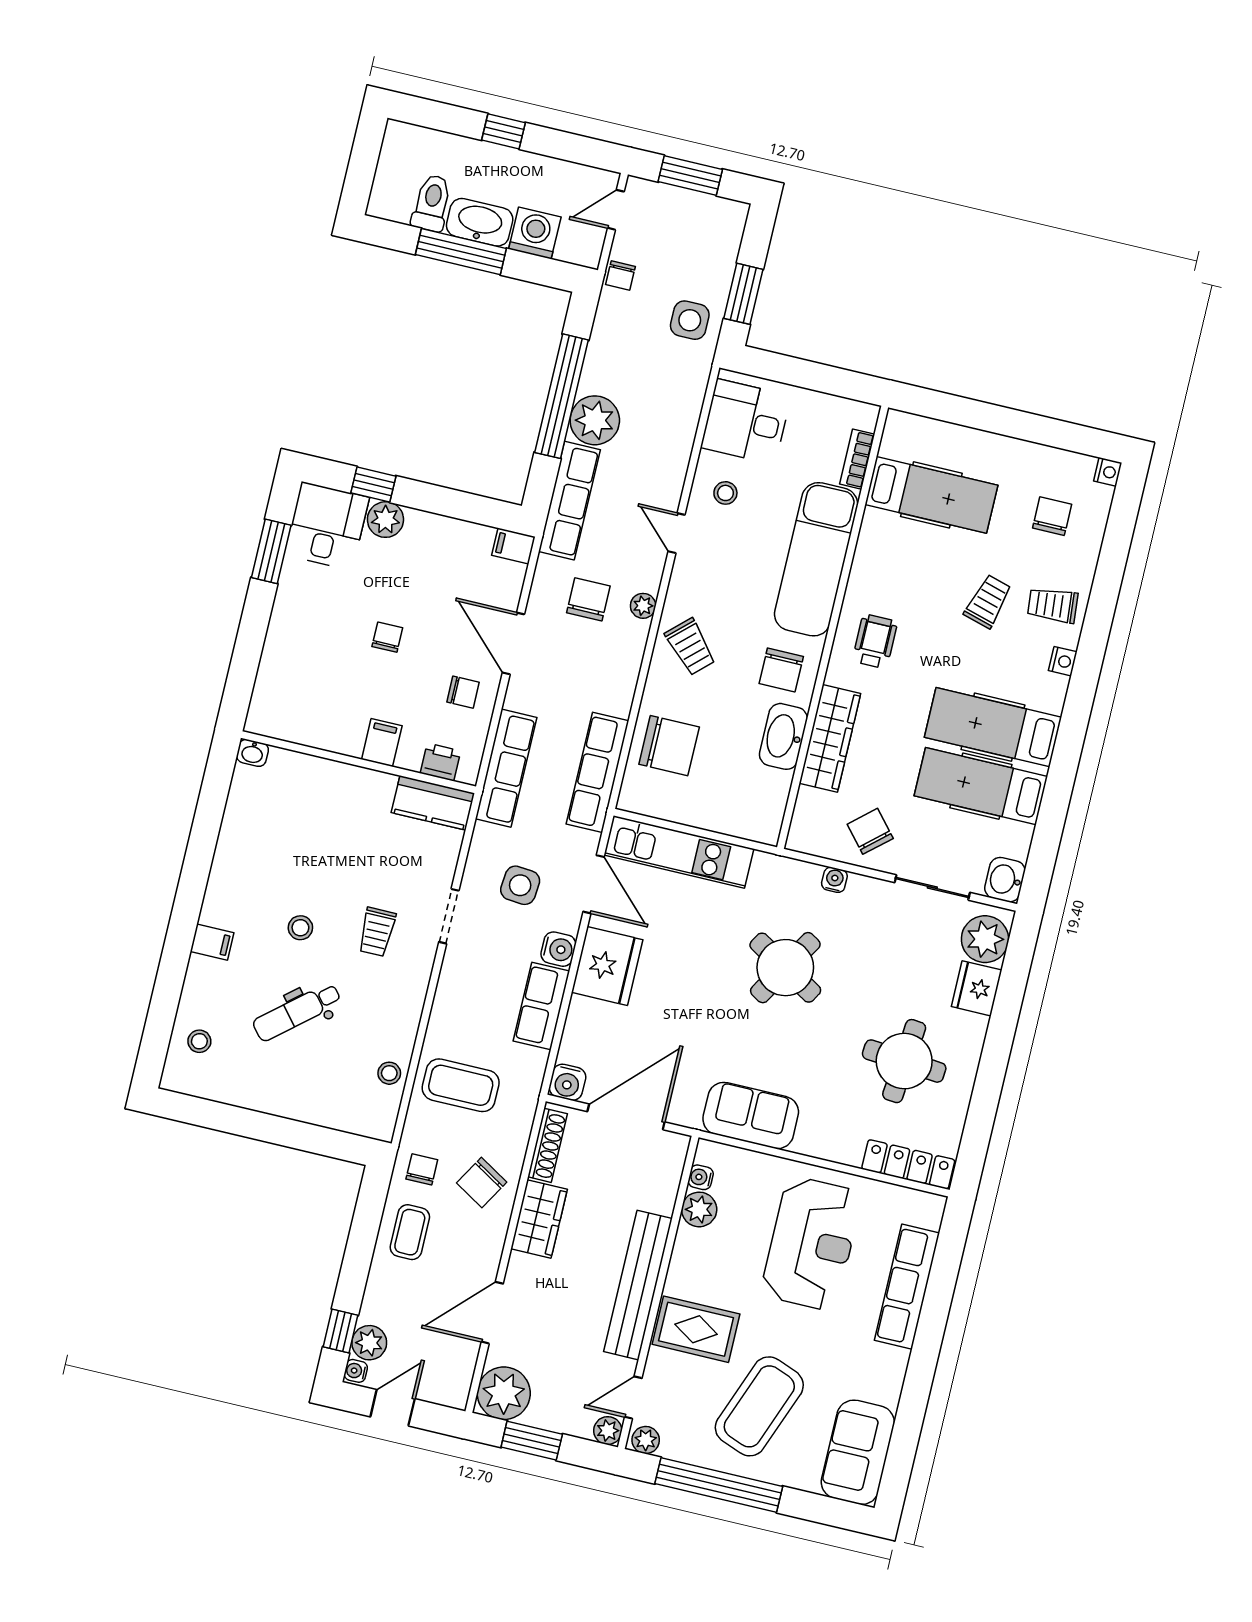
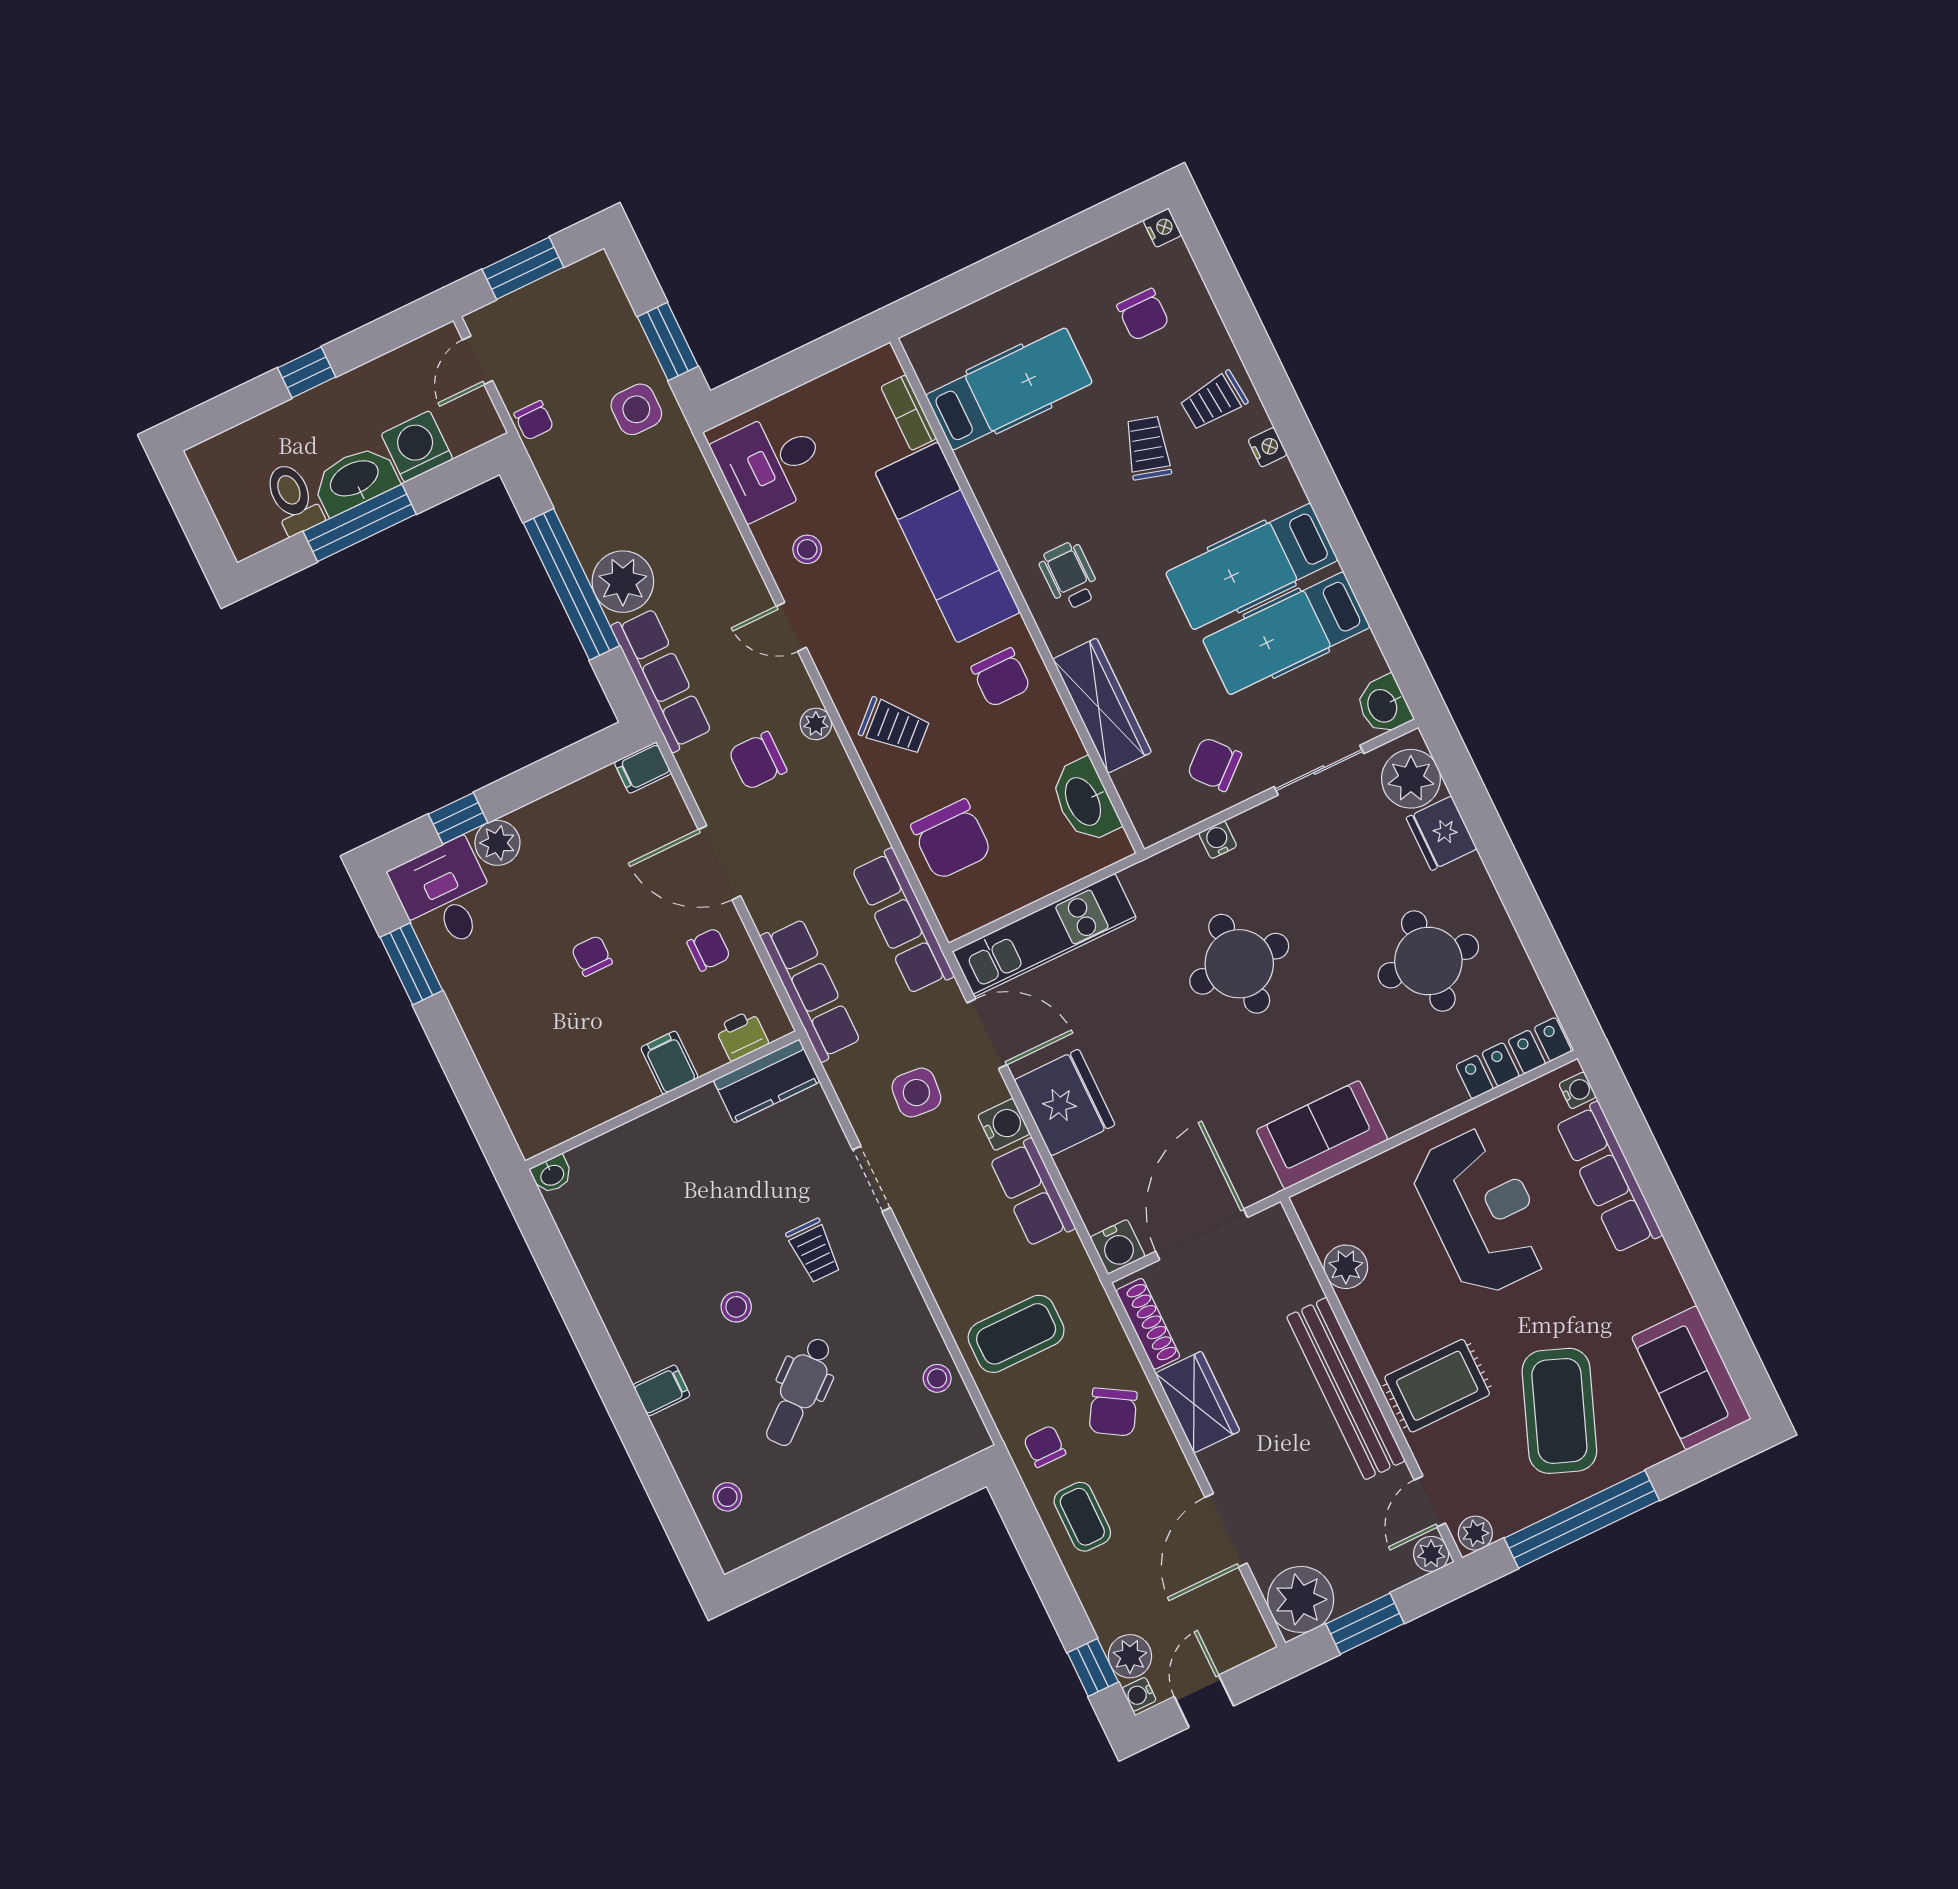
chair: (1052, 516) -> (1143, 315), turned 180
chair: (588, 599) -> (758, 761), turned -90
washbasin: (783, 736) -> (1084, 801), moved
chair: (669, 746) -> (951, 839), turned 90
round table: (785, 968) -> (1239, 964), turned -31
water cooler: (701, 1177) -> (1578, 1090), moved, turned 180

